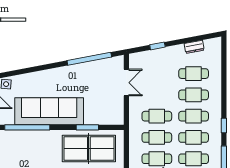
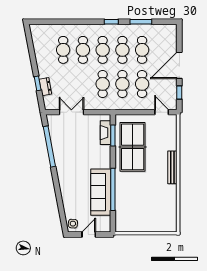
dresser: (194, 47) -> (45, 87), moved
sofa: (49, 111) -> (101, 192), width x0.74, depth x0.79
fireplace: (104, 119) -> (105, 133), added
window: (27, 127) -> (113, 189), moved
window: (87, 127) -> (113, 135), moved

